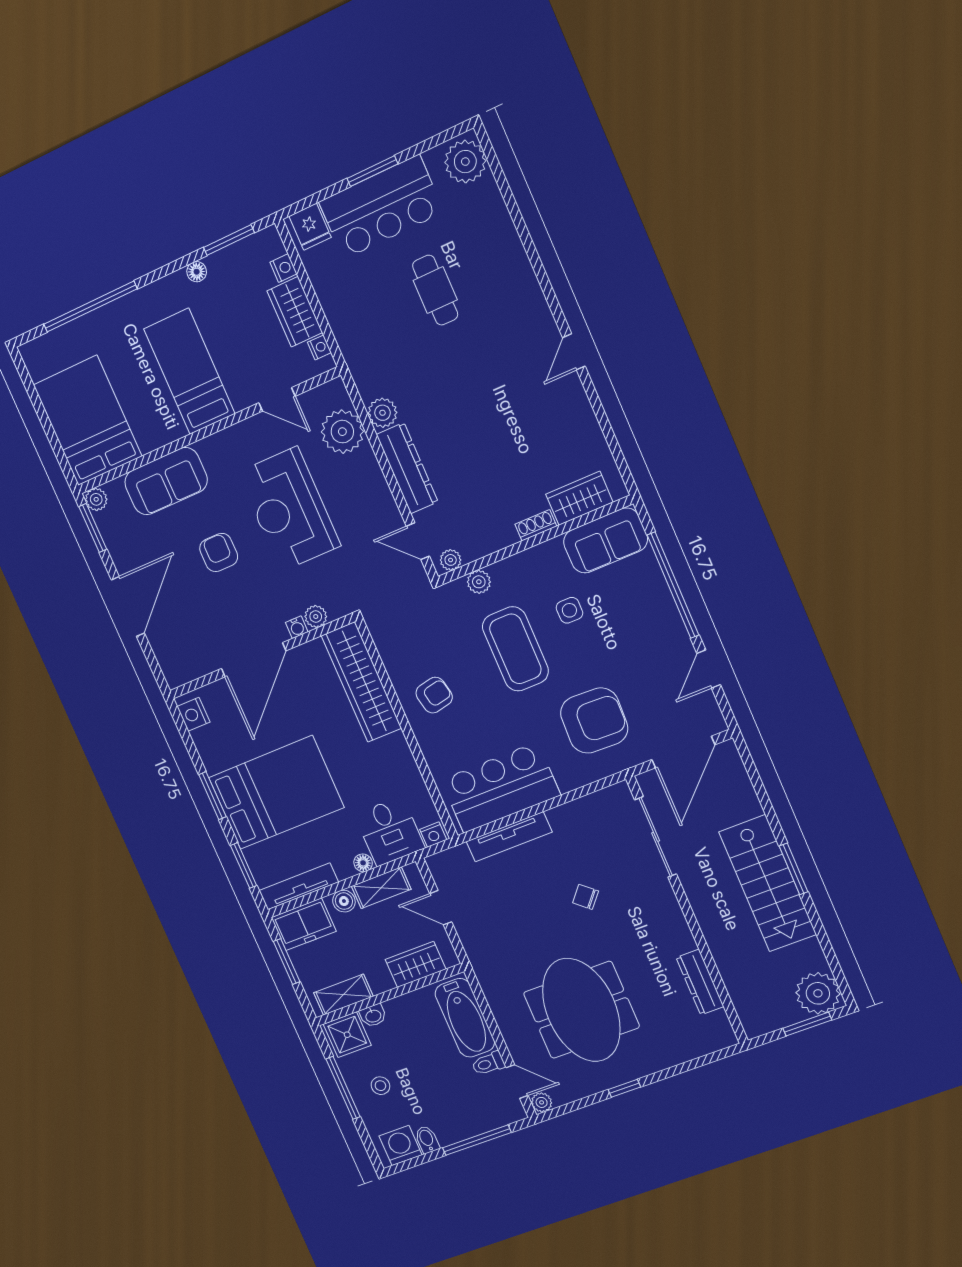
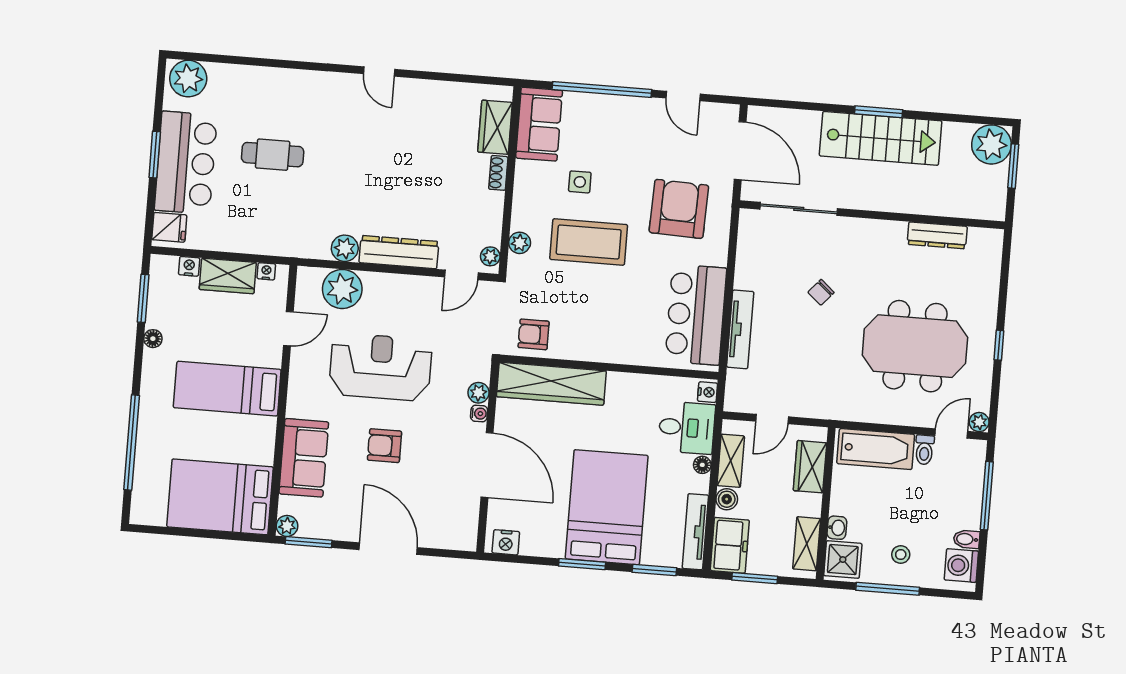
reception desk: (289, 509) -> (381, 367), turned 180
armchair: (434, 695) -> (534, 334), moved, turned -78

